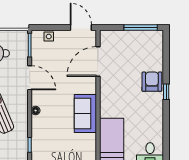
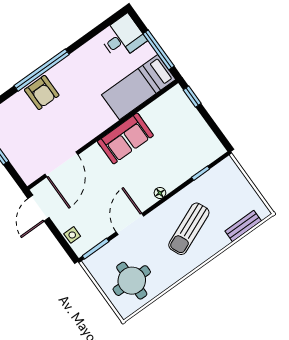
door: (98, 61) -> (61, 164), hinge flipped
armchair: (152, 82) -> (42, 93), turned -90
window: (166, 92) -> (42, 70), width x3.17

